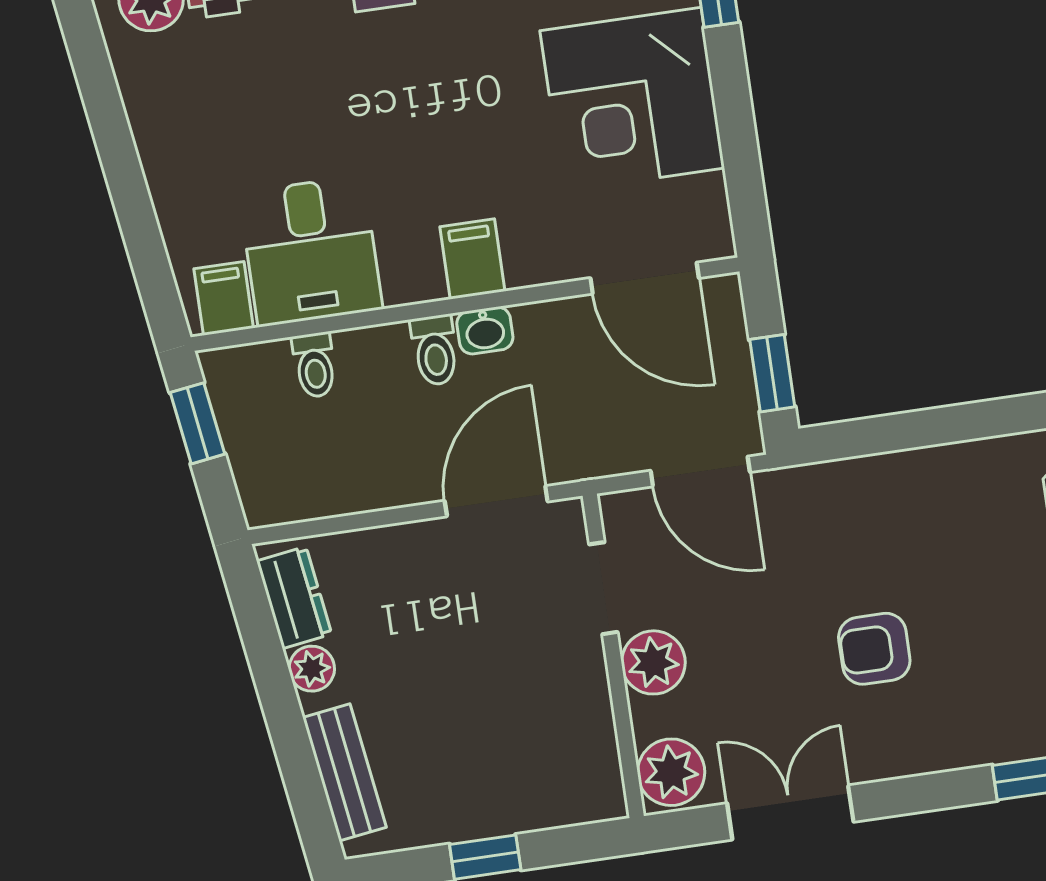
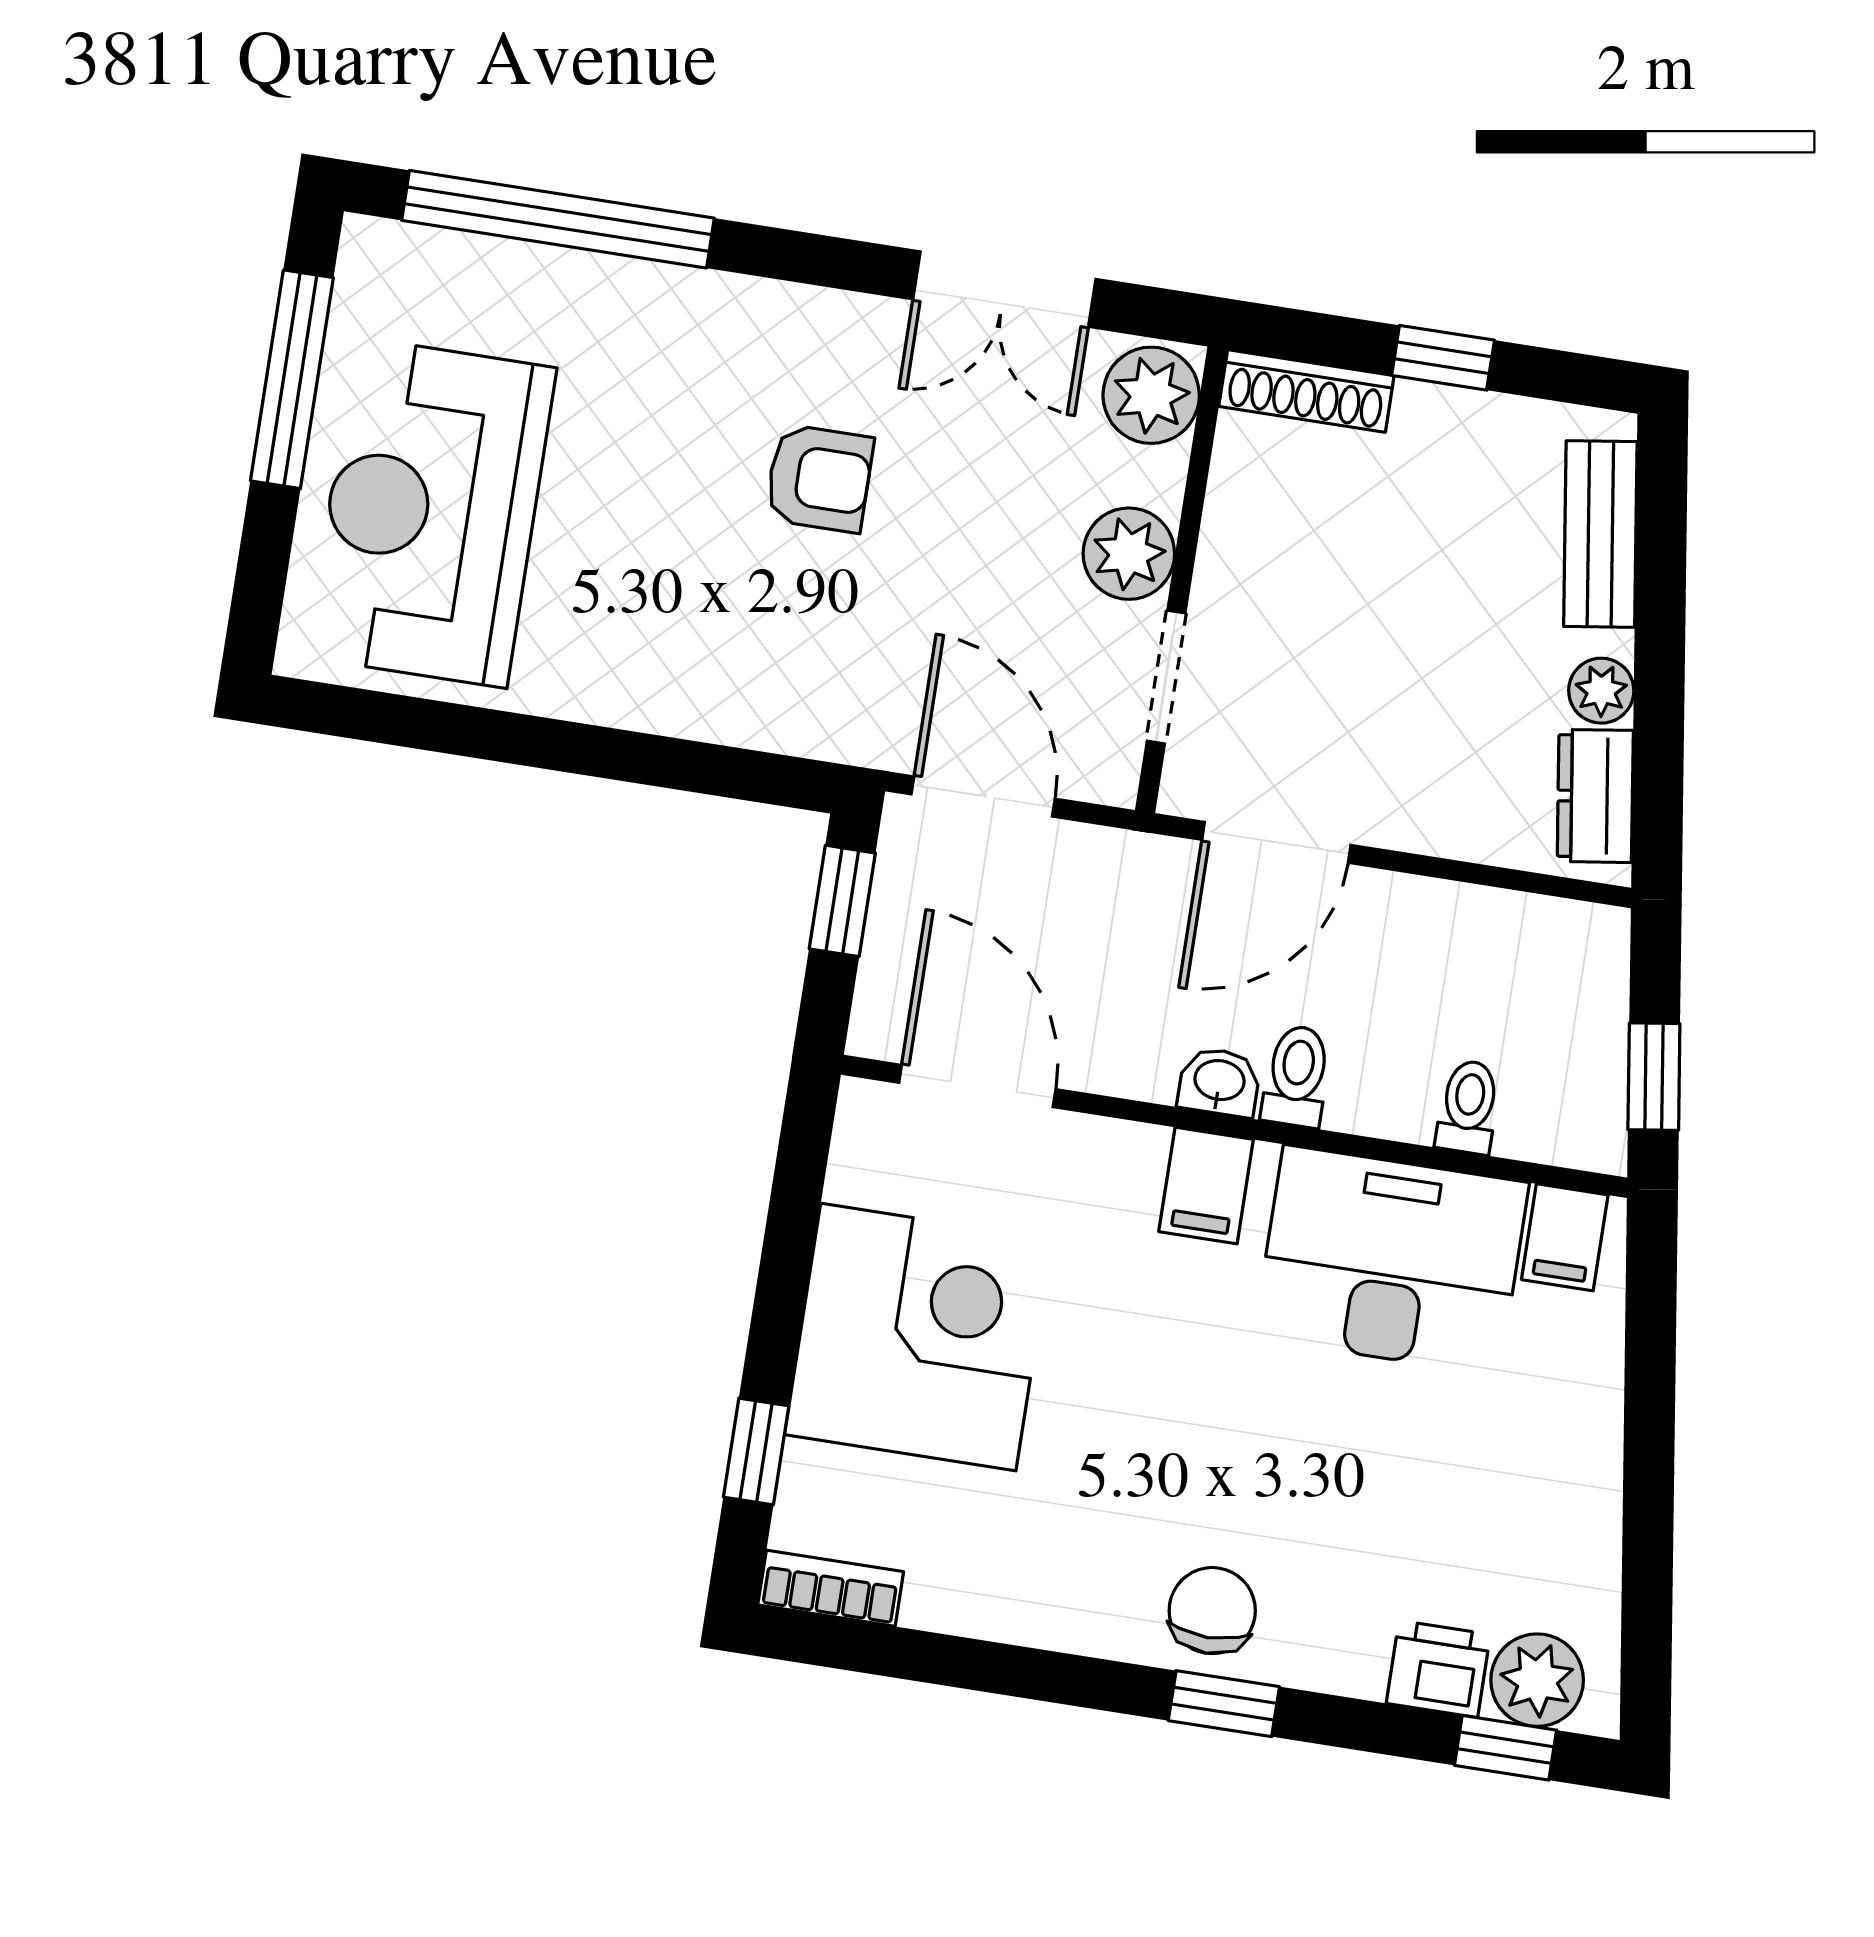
desk: (311, 251) -> (1391, 1260), width x1.37
shoe rack: (569, 807) -> (1306, 391), added

